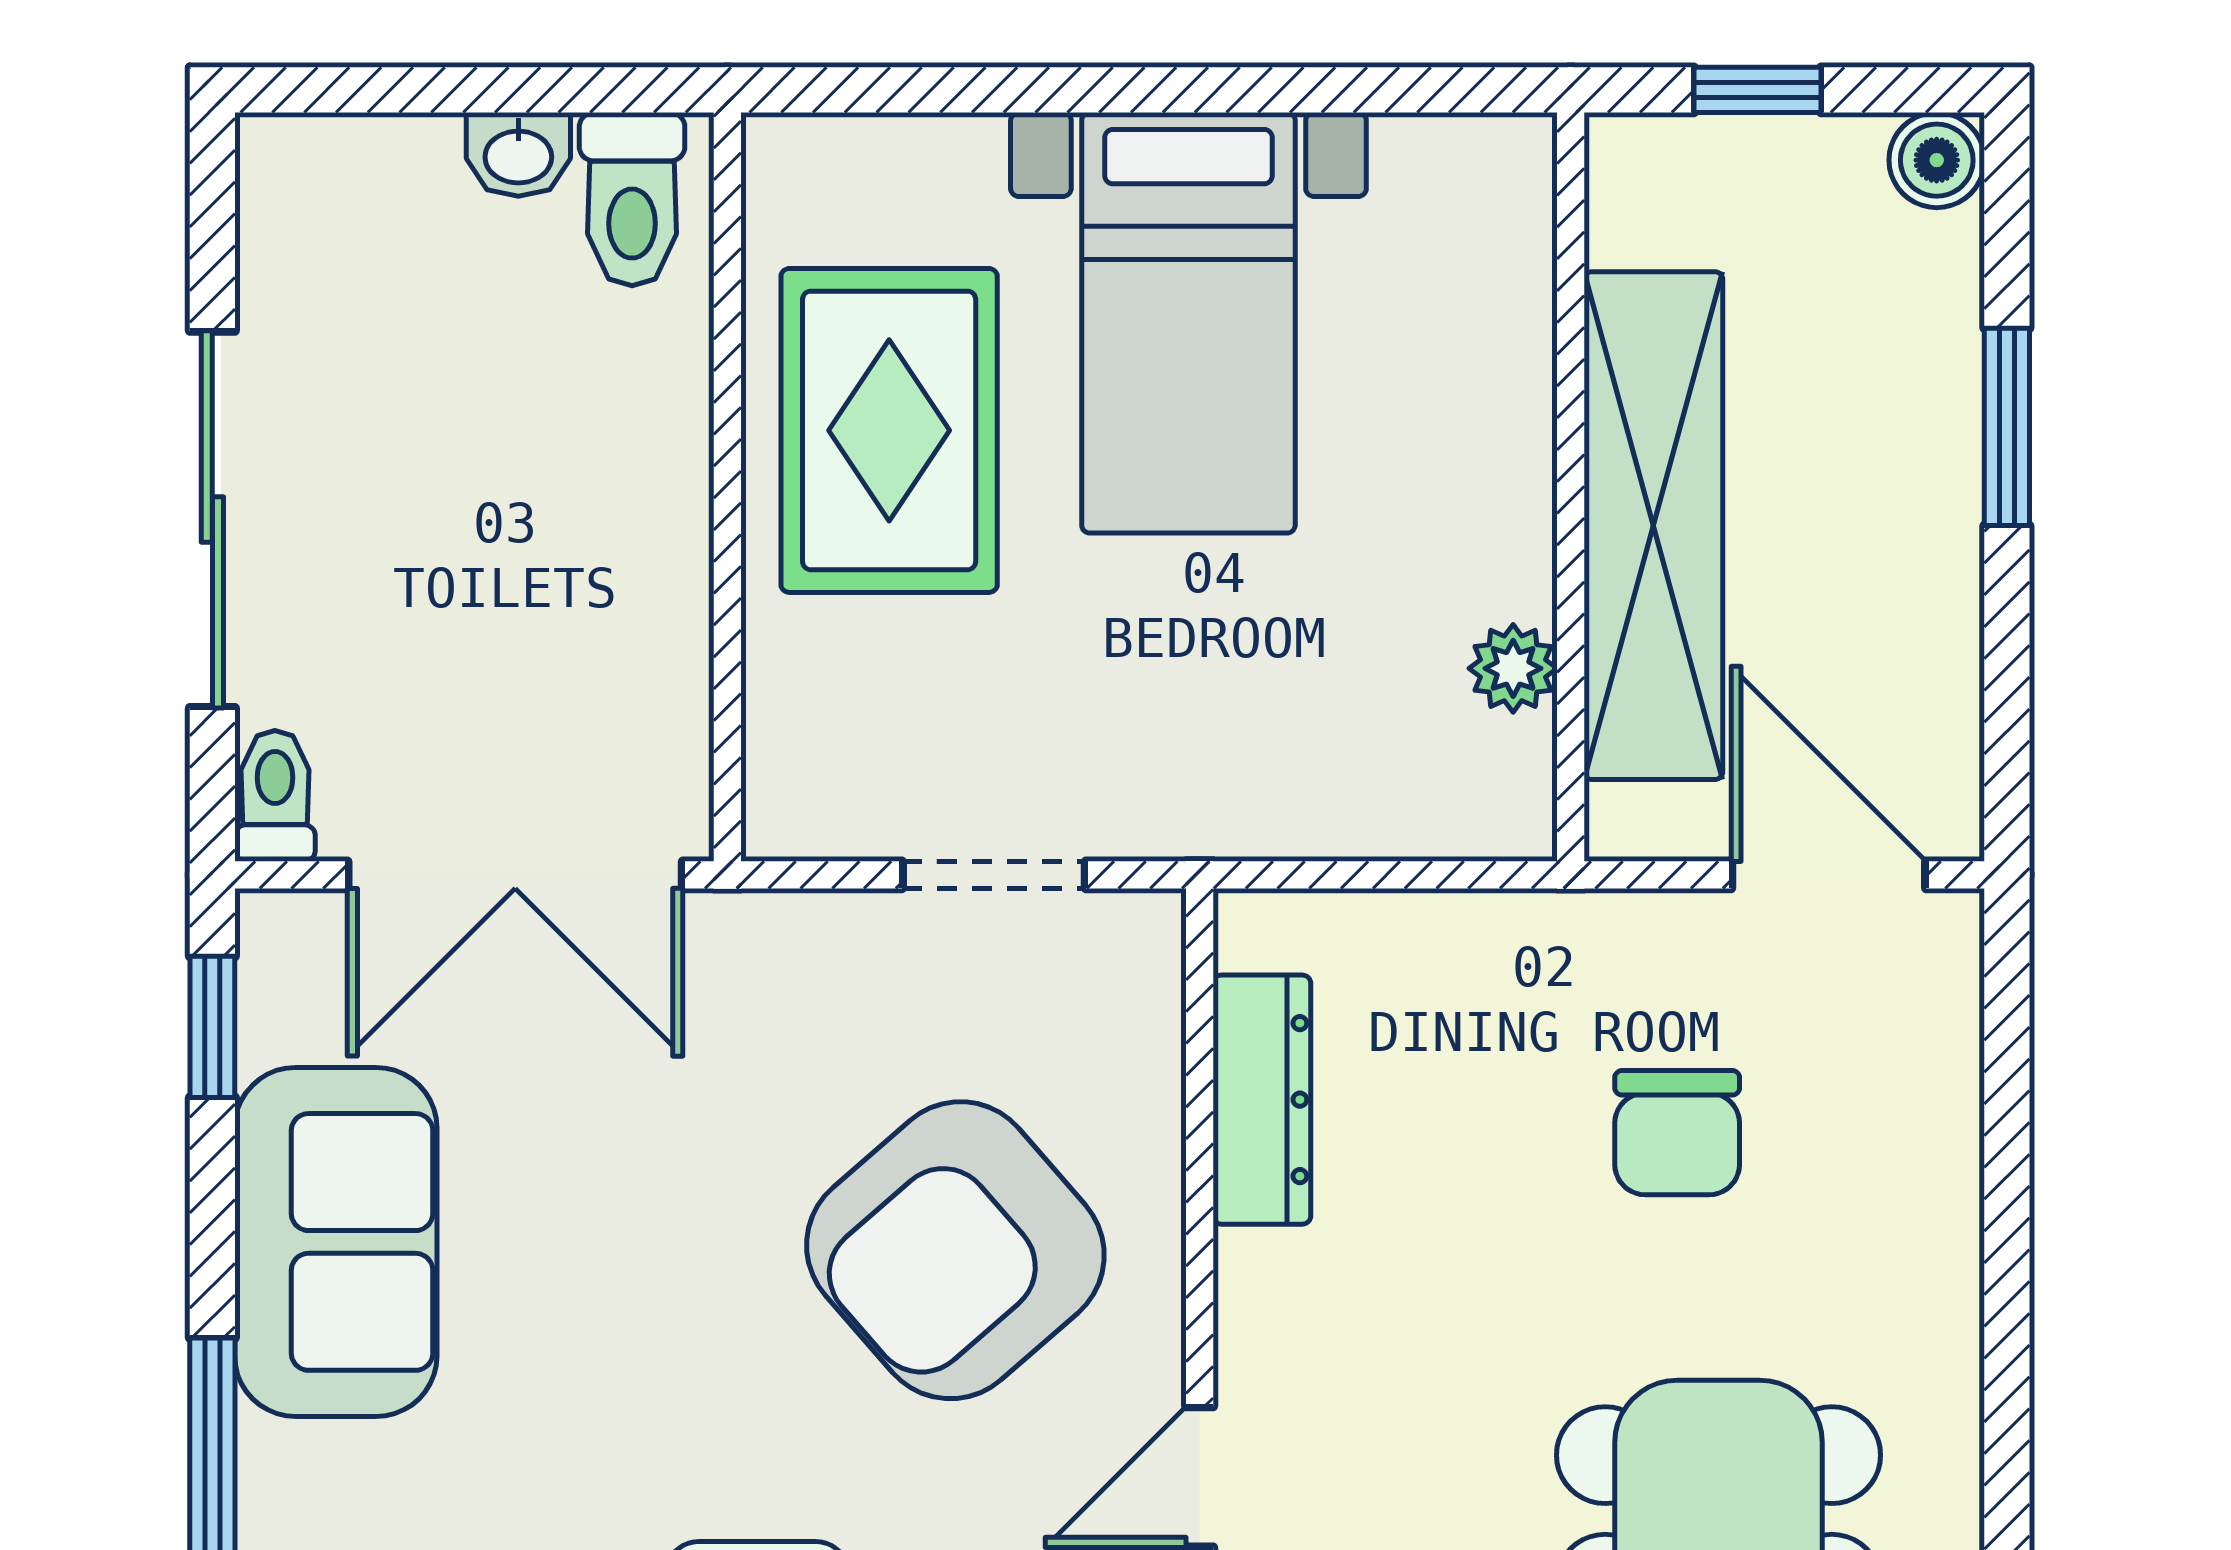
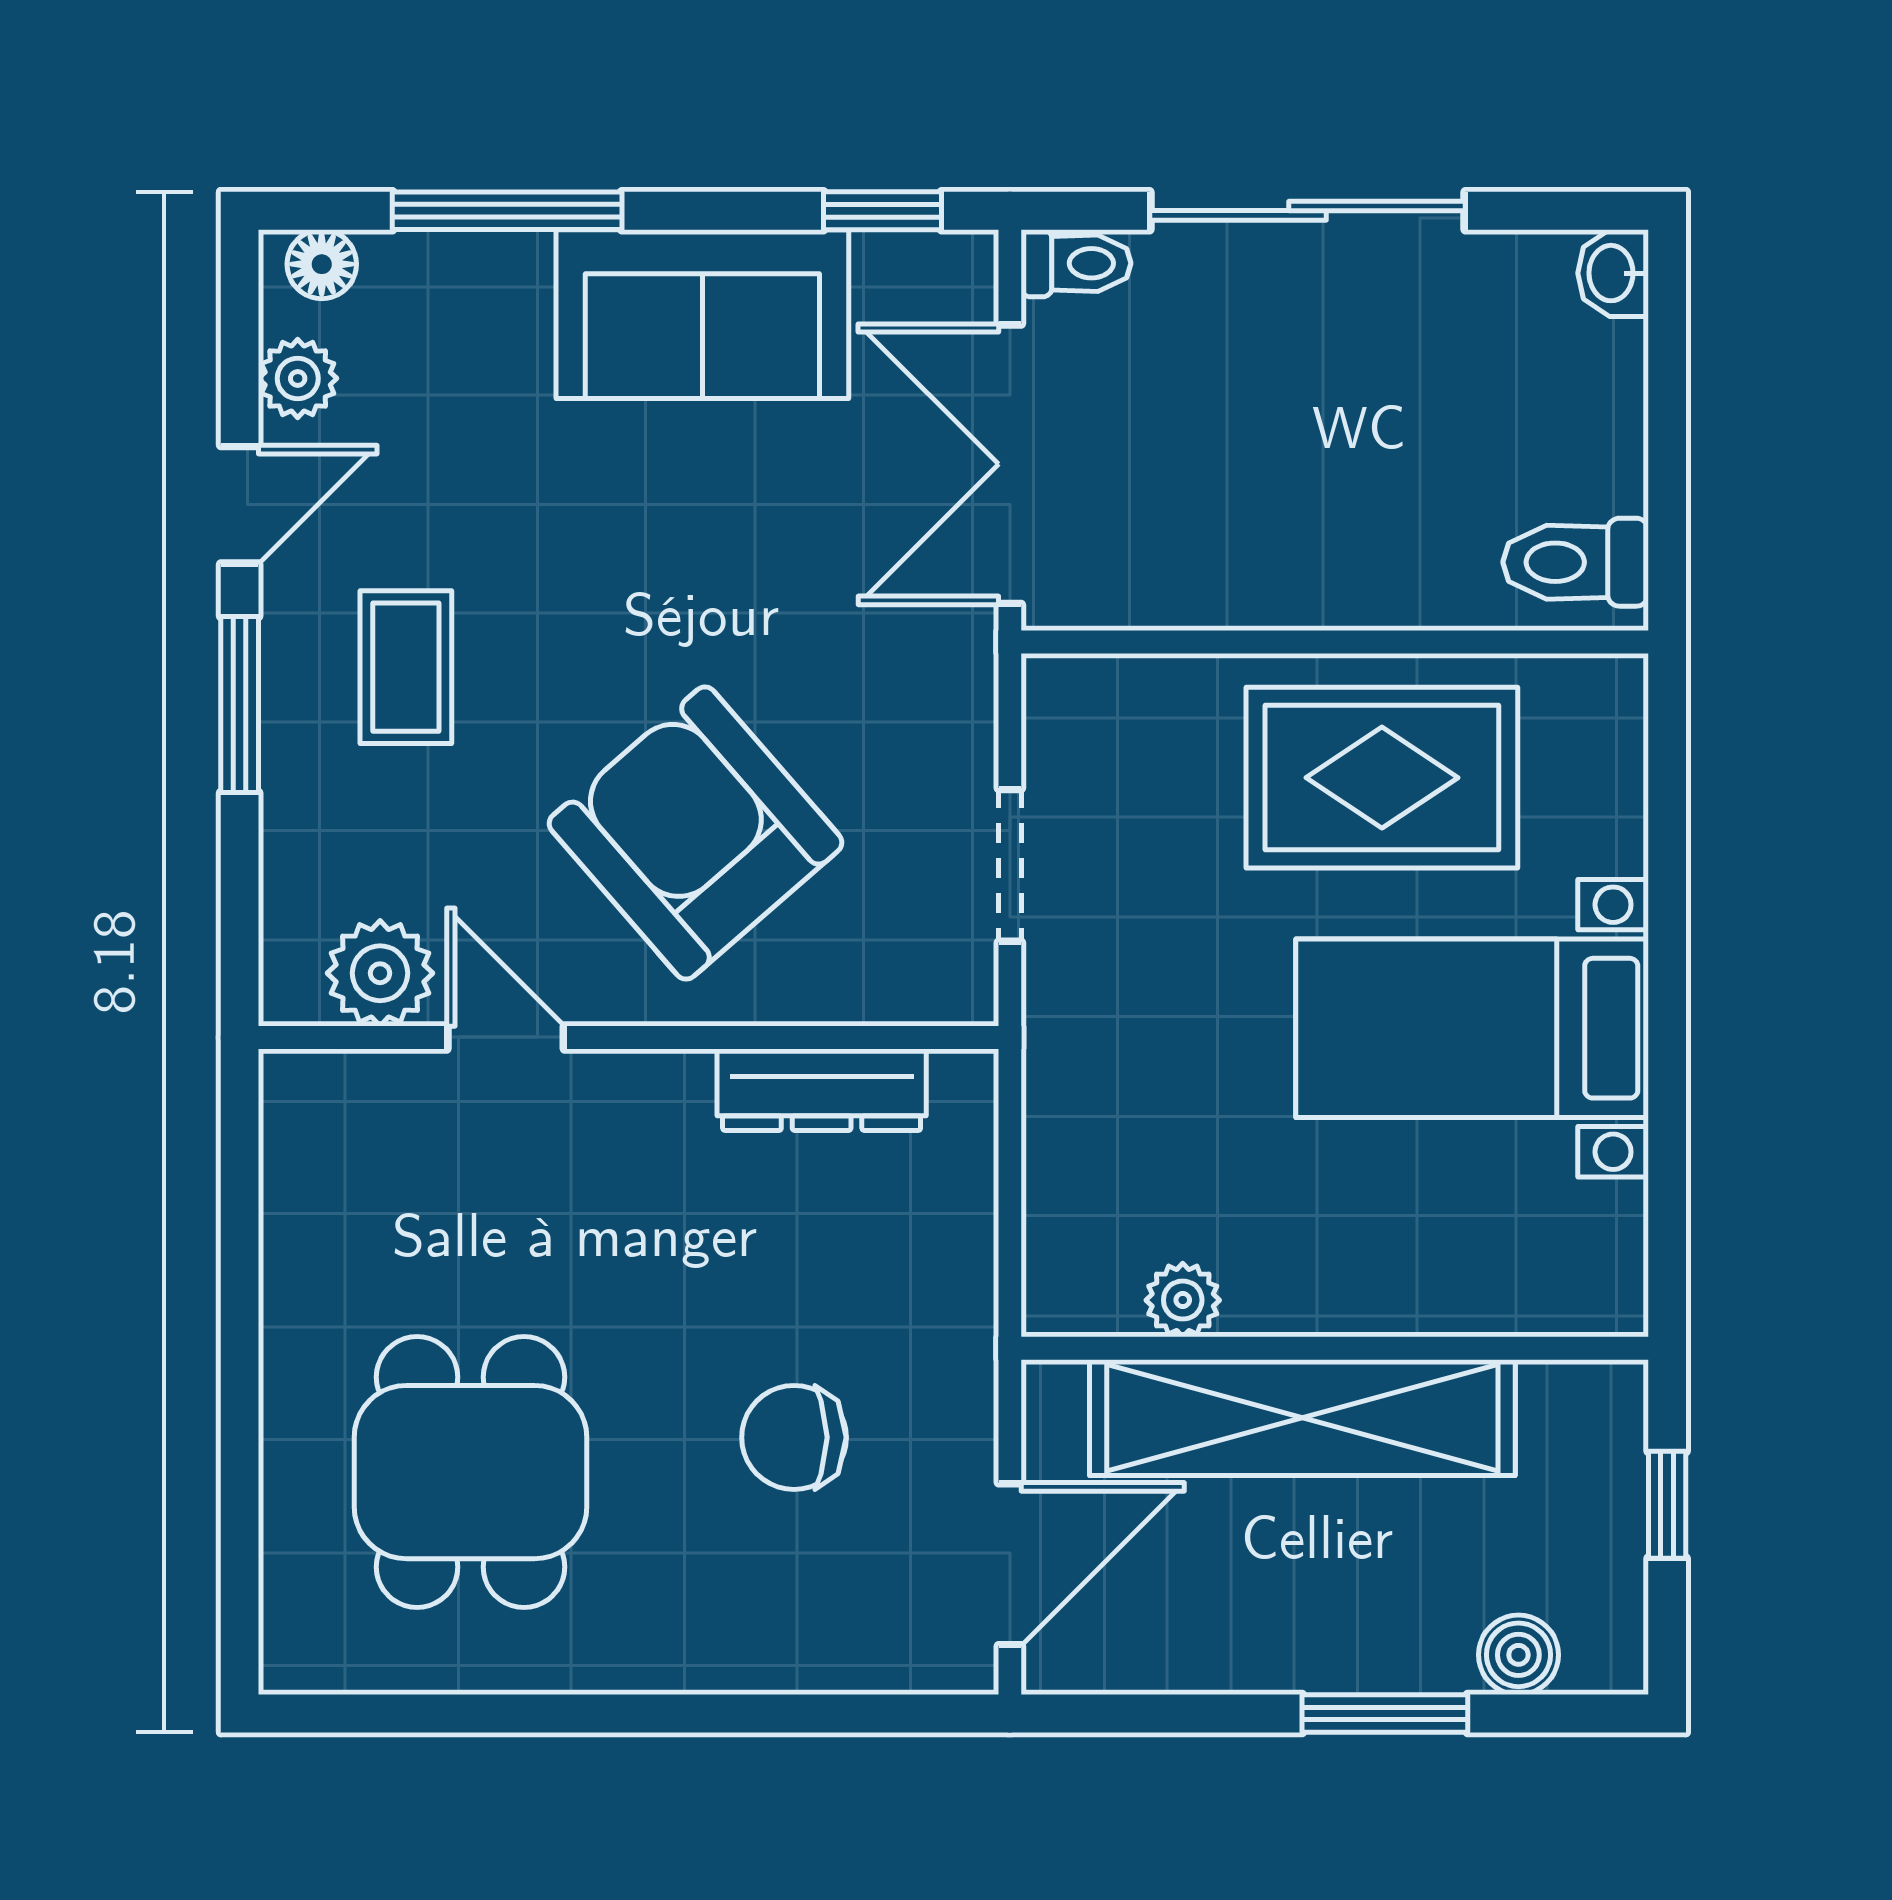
washbasin: (518, 154) -> (1613, 273), moved
boiler: (1937, 160) -> (1518, 1655), moved

